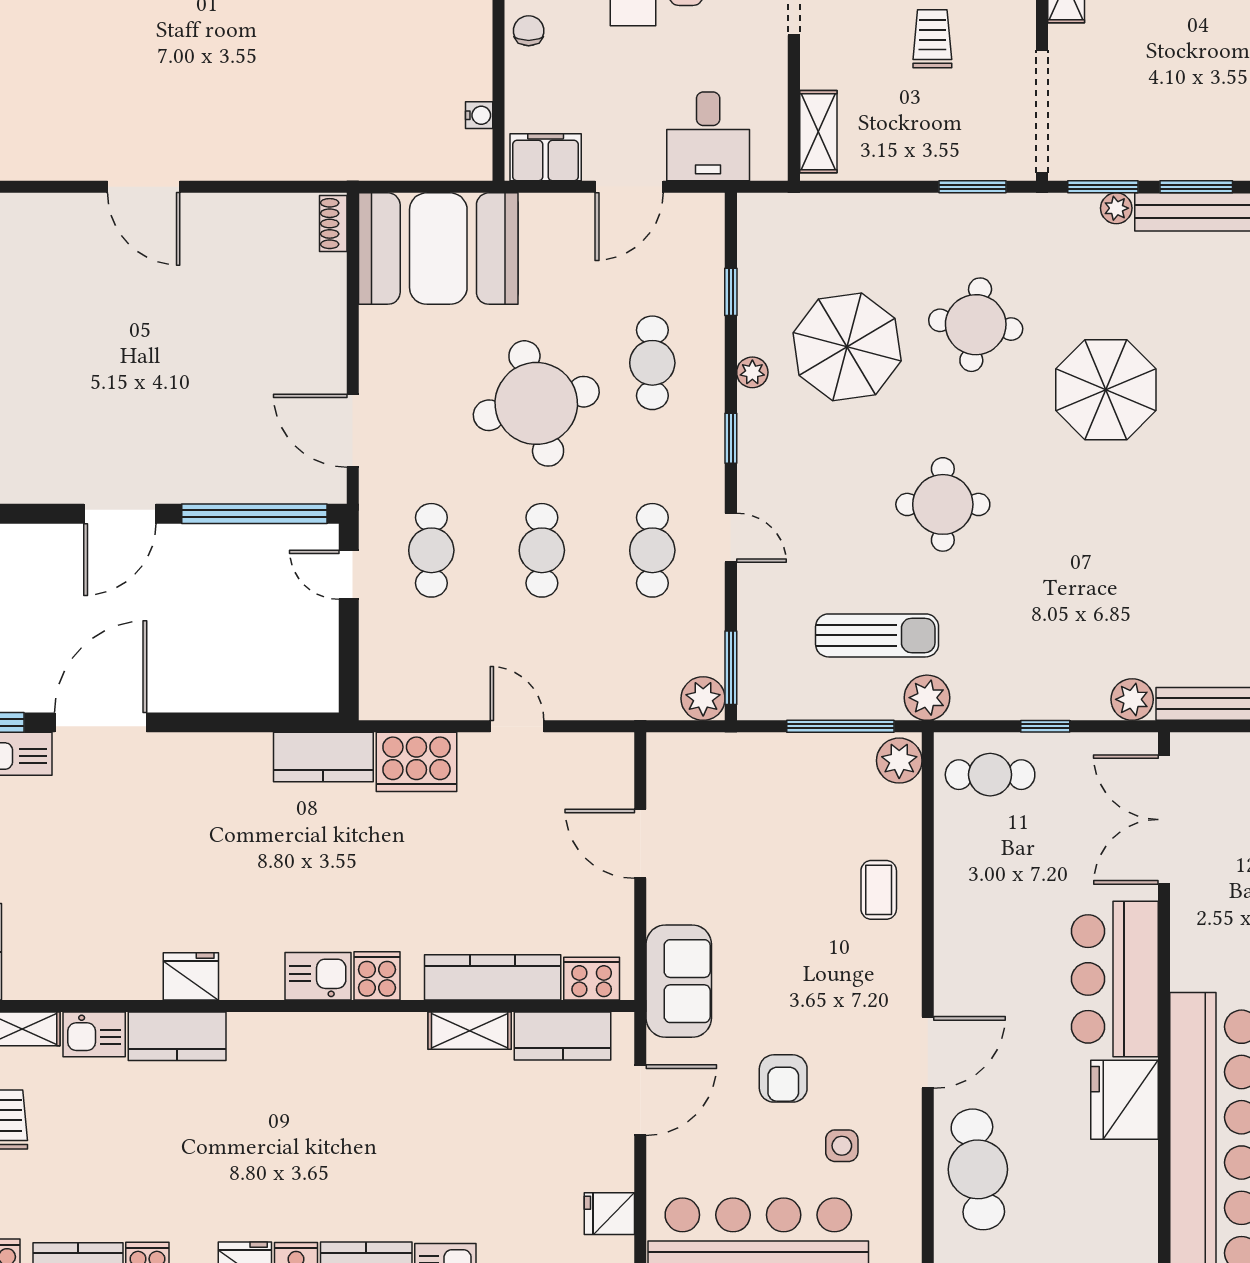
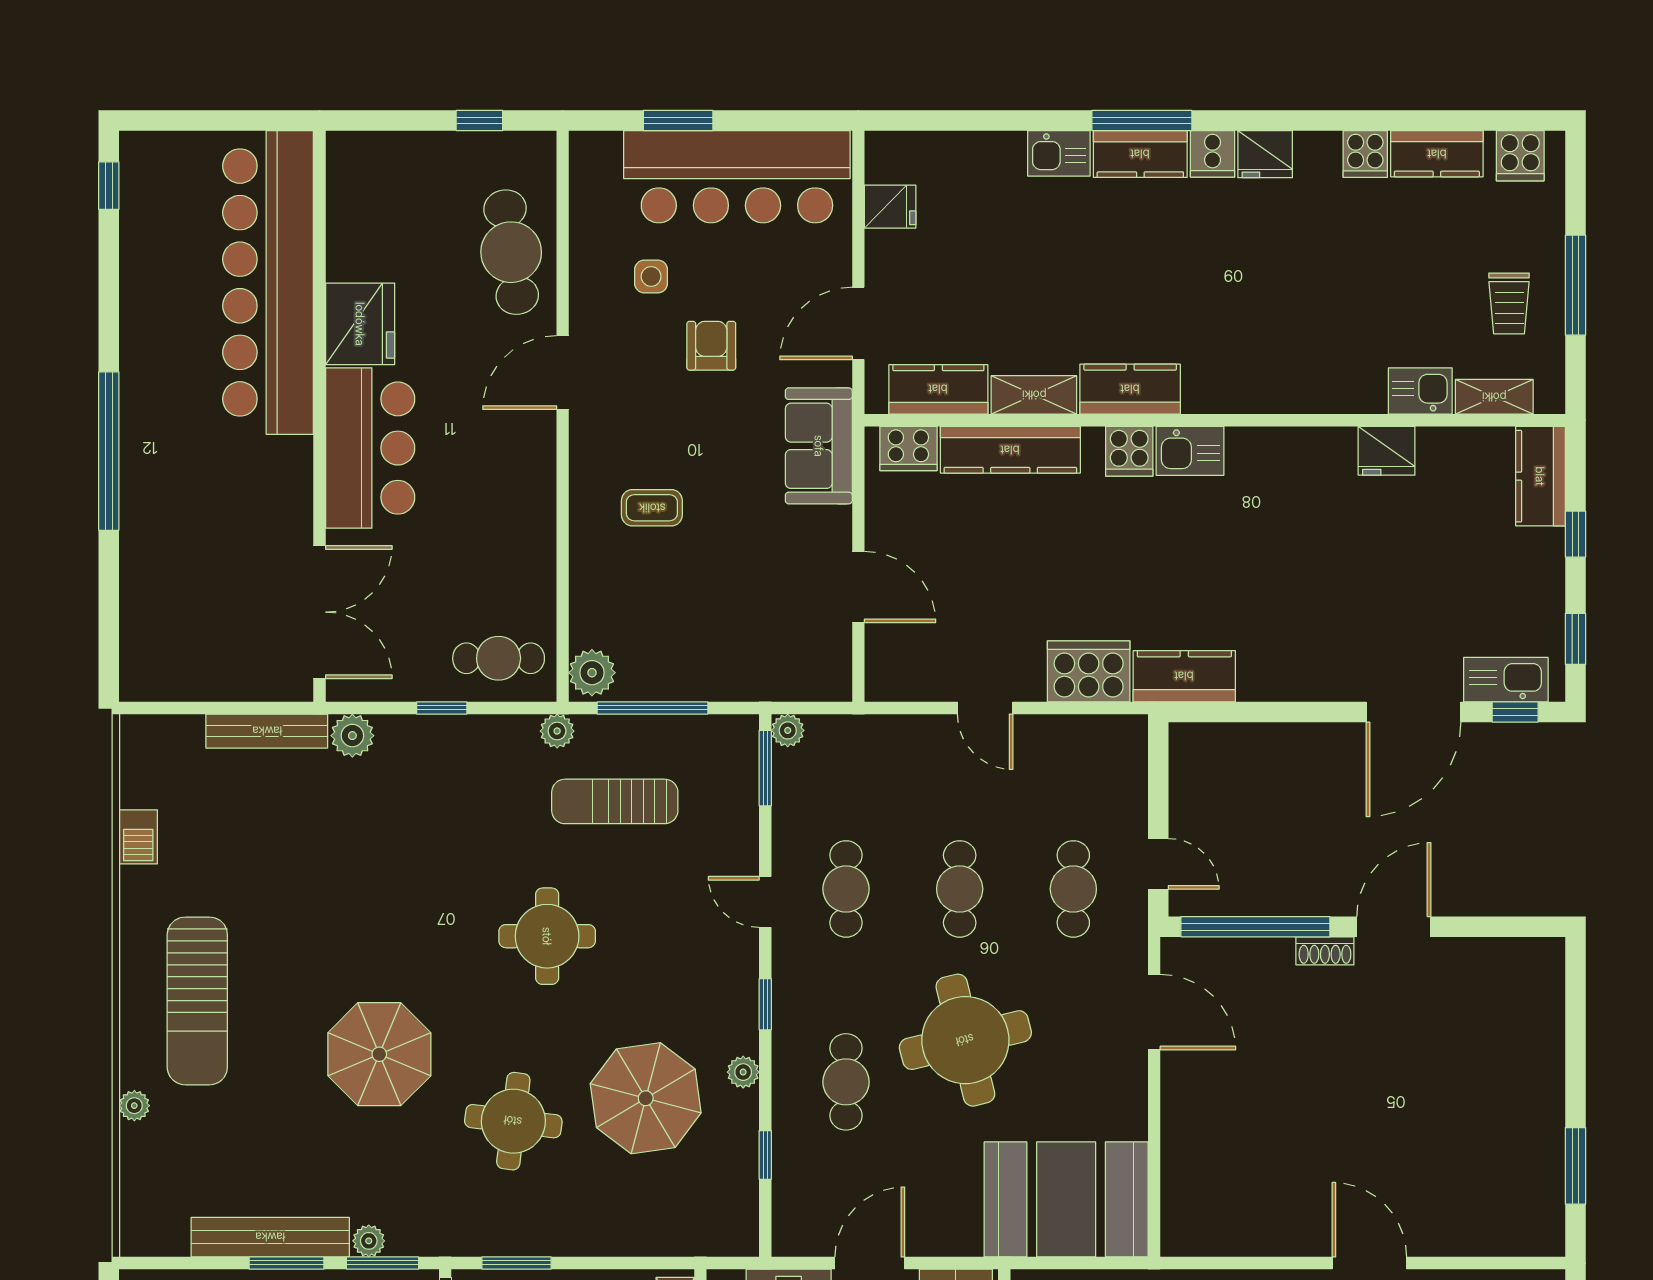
shoe rack: (333, 224) -> (1325, 951), moved, turned 90
plant: (927, 698) -> (557, 731), width x0.73, depth x0.73
plant: (703, 699) -> (788, 730), width x0.73, depth x0.73
coffee table: (879, 890) -> (652, 508), moved, turned 90
fridge: (191, 976) -> (1387, 451), moved
kitchen counter: (177, 1036) -> (1130, 389), moved

